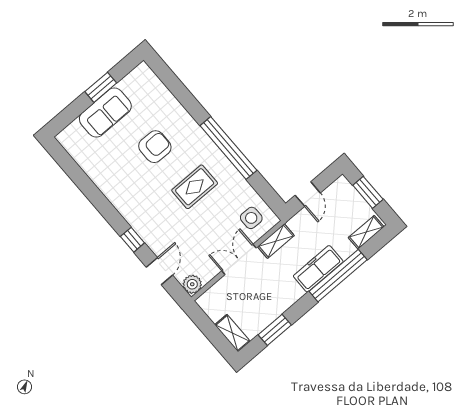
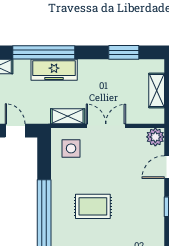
door: (308, 194) -> (15, 131), hinge flipped
double door: (239, 259) -> (106, 126), swing flipped
shelving: (232, 333) -> (157, 90), moved

